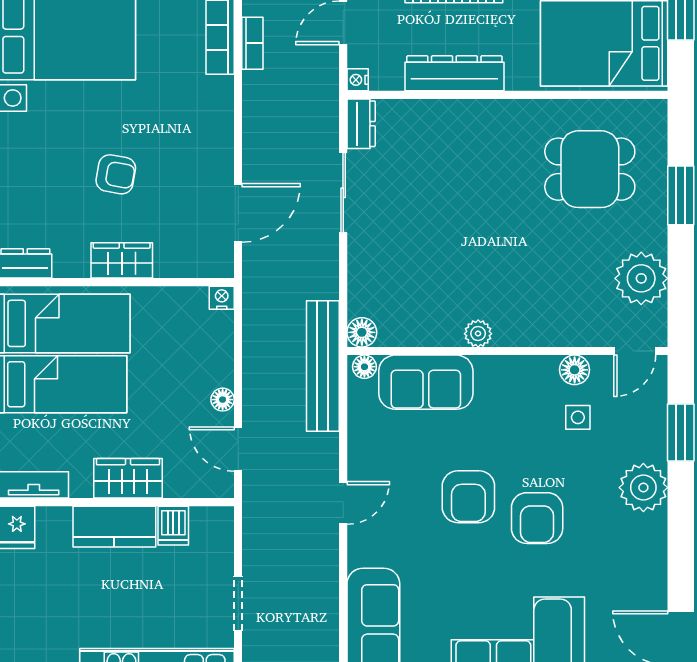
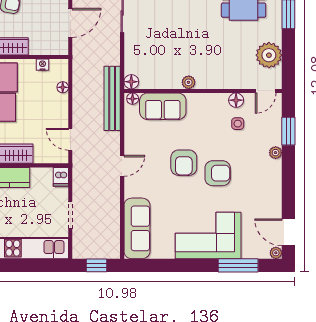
nightstand: (222, 298) -> (43, 65), moved
floor lamp: (223, 400) -> (63, 87), moved
plant: (643, 488) -> (276, 153), width x0.53, depth x0.53
armchair: (537, 518) -> (218, 173), turned -90
dishwasher: (173, 526) -> (61, 177), moved

